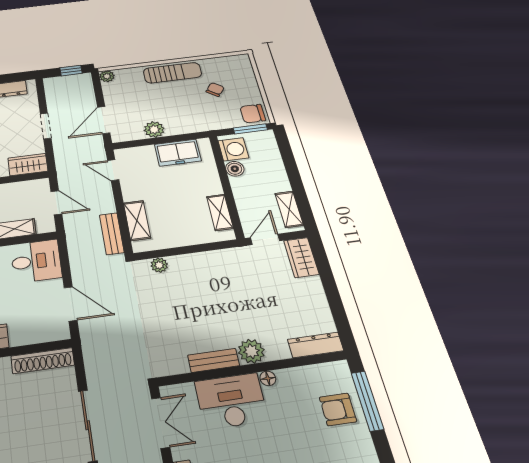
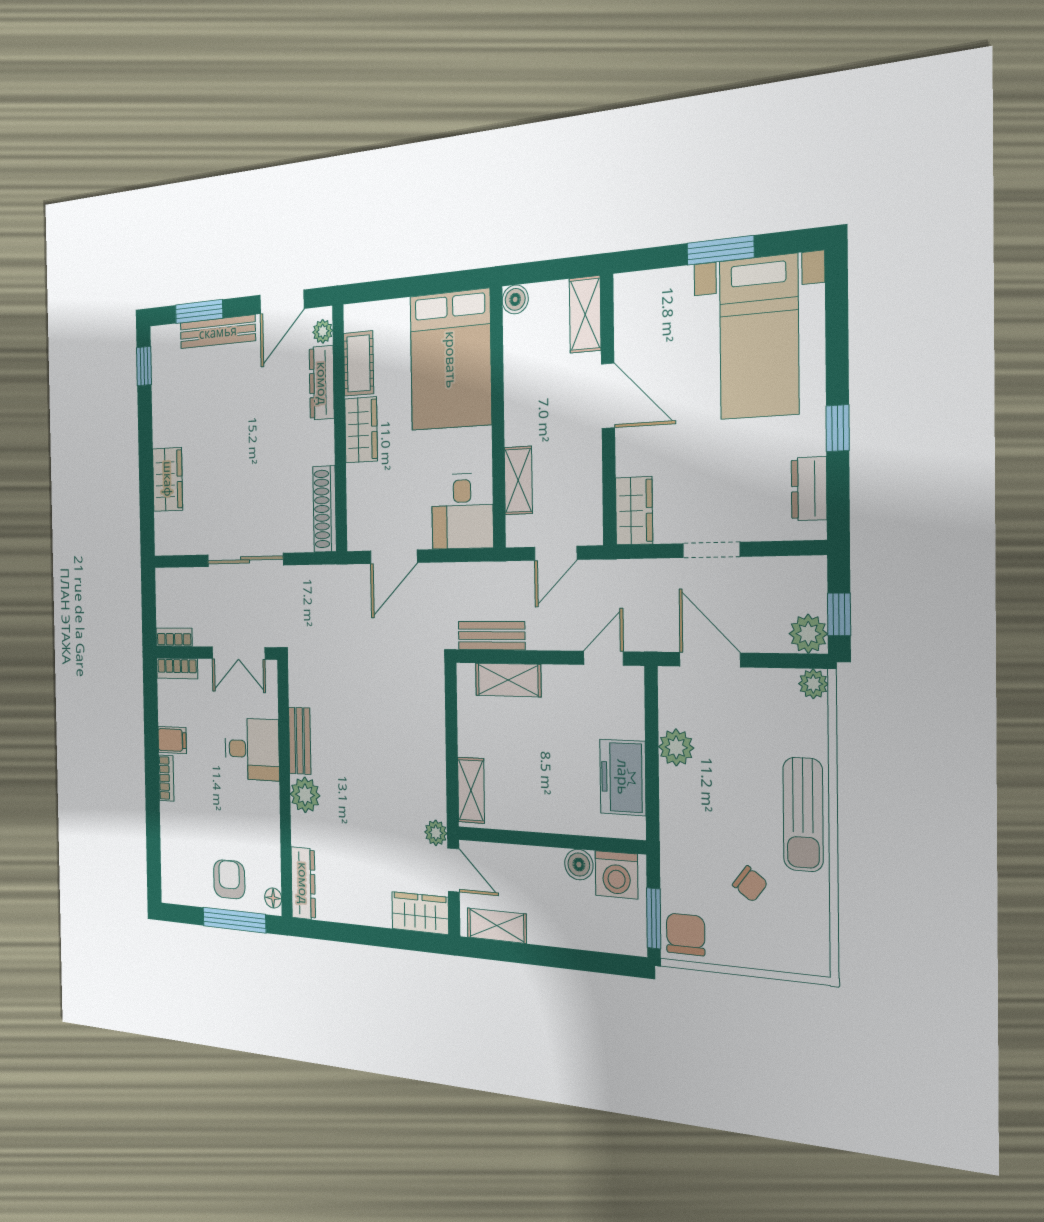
plant: (83, 81) -> (808, 634), added
shelving: (220, 212) -> (471, 790), moved, turned 90
plant: (159, 265) -> (436, 833), moved
floor lamp: (268, 378) -> (273, 898), moved
desk: (231, 401) -> (252, 749), width x0.73

